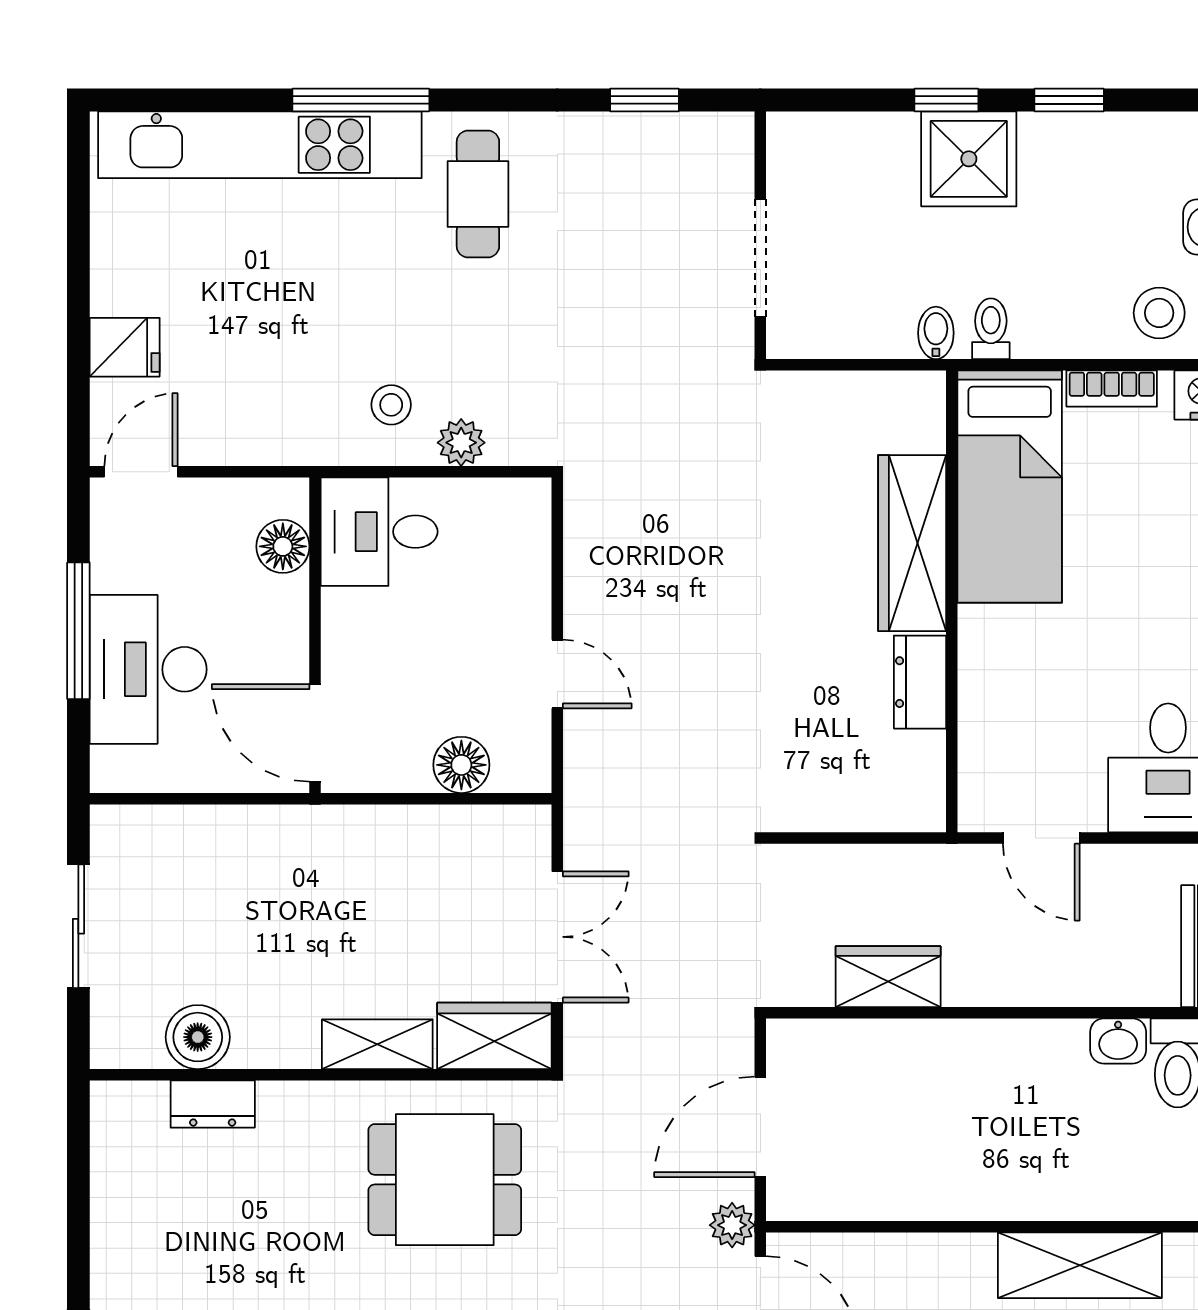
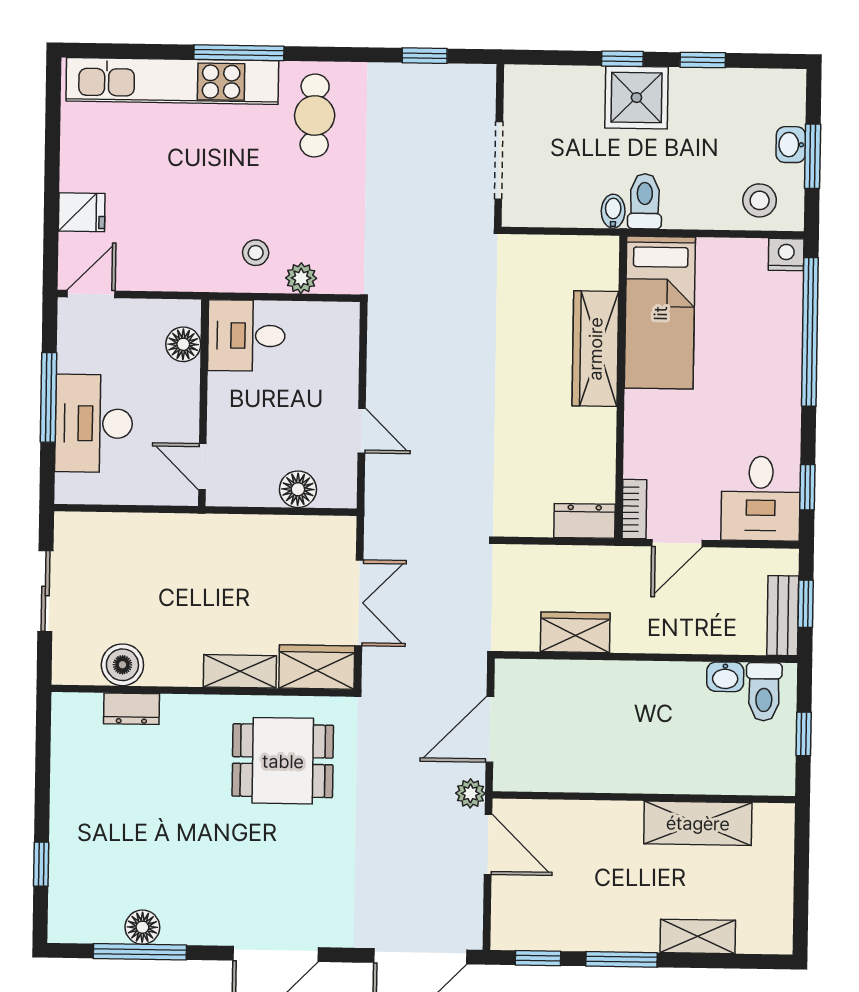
toilet: (991, 329) -> (645, 201), width x1.37, depth x1.39
bookcase: (1112, 389) -> (634, 509), moved, turned -90
dresser: (920, 682) -> (585, 521), moved, turned 90
door: (315, 733) -> (202, 467), width x0.73
door: (1041, 838) -> (677, 543), hinge flipped

